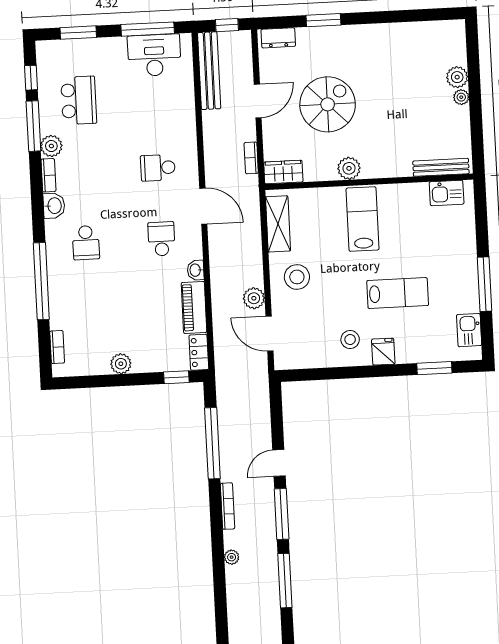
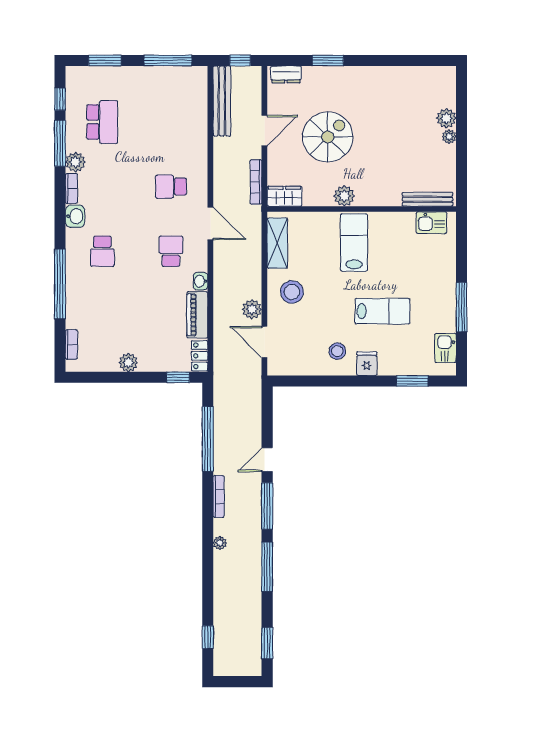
desk: (154, 55) -> (173, 84), removed
bookcase: (251, 158) -> (256, 182), width x1.56

